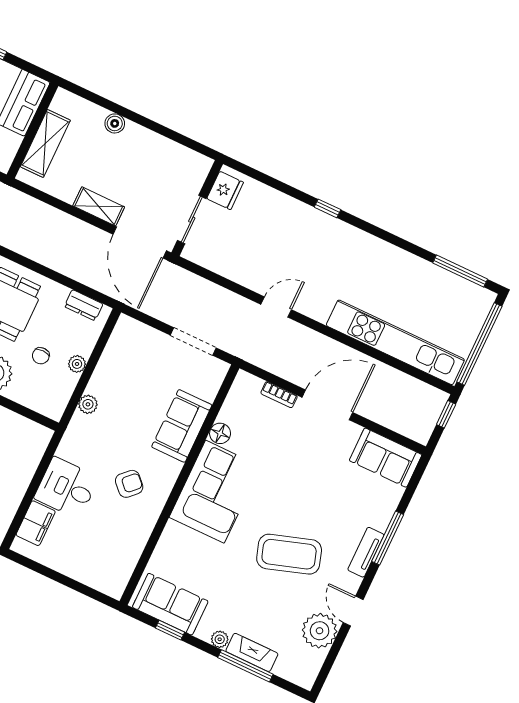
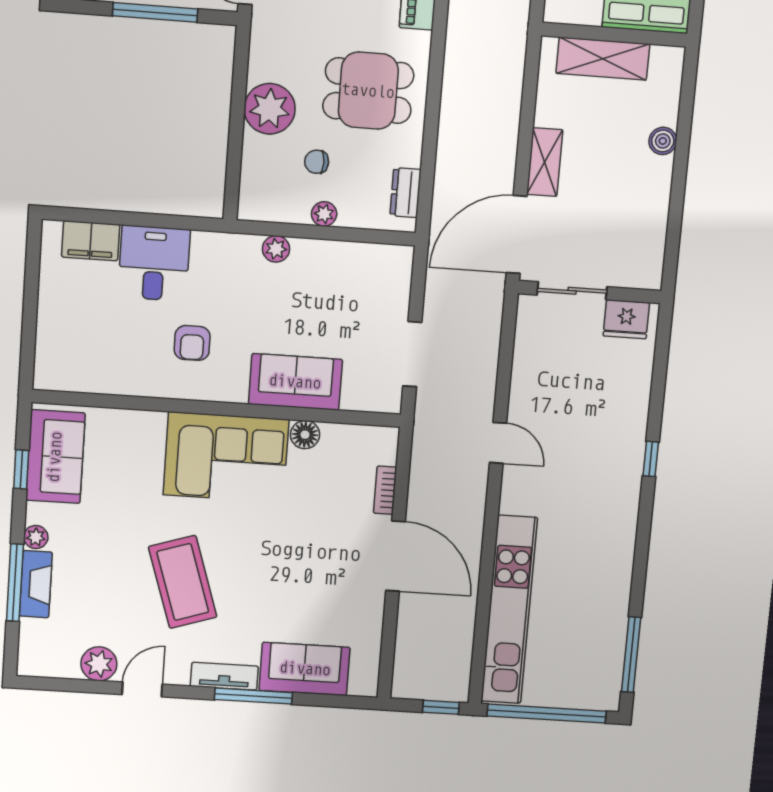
sofa: (386, 458) -> (305, 669), moved, turned 90
armchair: (129, 484) -> (192, 343), turned 44
plant: (320, 631) -> (99, 664), width x0.73, depth x0.73

